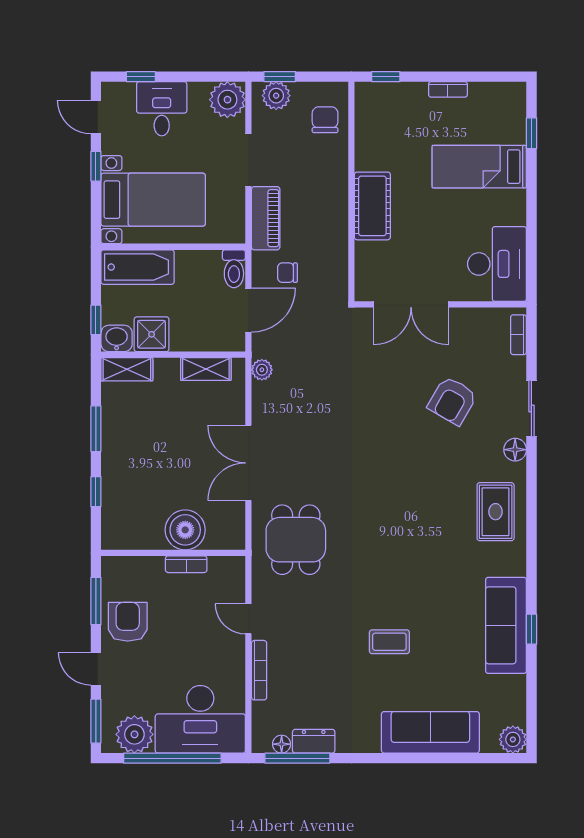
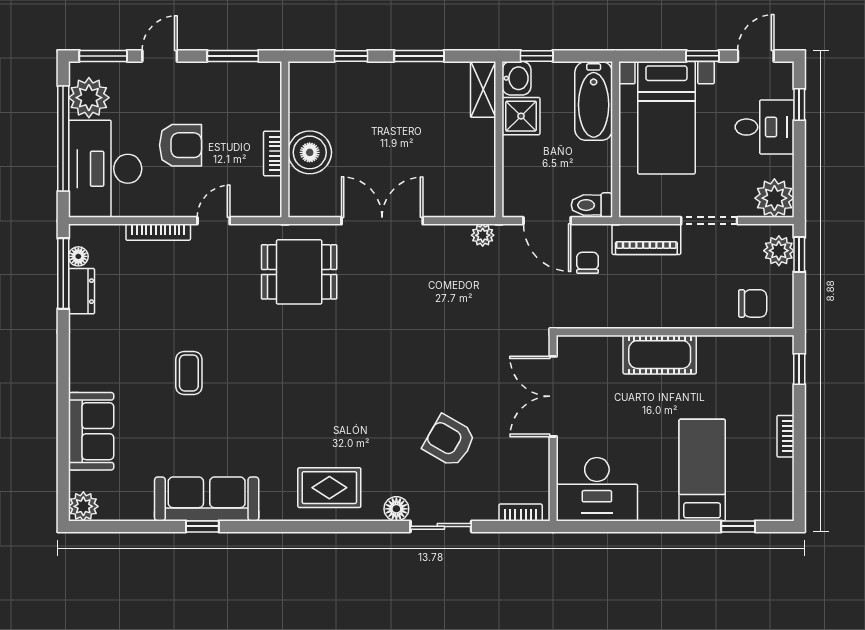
shelving: (206, 369) -> (483, 175), removed
armchair: (128, 622) -> (180, 145), moved
sofa: (430, 732) -> (91, 431), width x0.73

